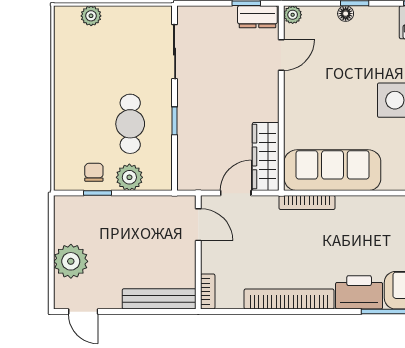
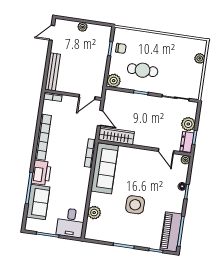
plant: (222, 19) -> (188, 124), added
plant: (129, 177) -> (114, 81), moved
plant: (71, 261) -> (83, 27), width x0.53, depth x0.53

